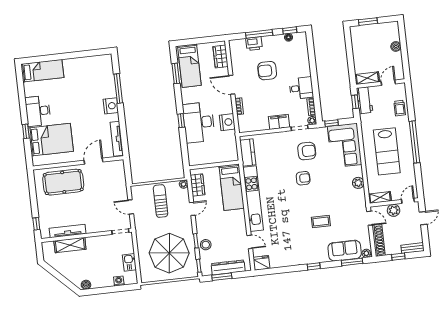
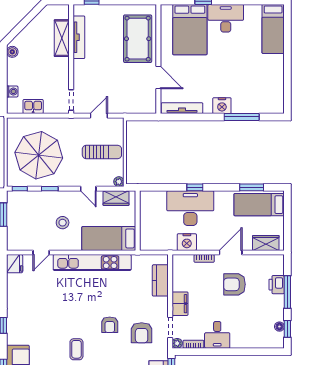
armchair: (267, 71) -> (234, 284), moved, turned -90
kitchen counter: (248, 153) -> (160, 280), moved, turned 90
coffee table: (321, 222) -> (76, 349), moved
stool: (206, 245) -> (63, 223), moved
dresser: (228, 267) -> (14, 223), removed

